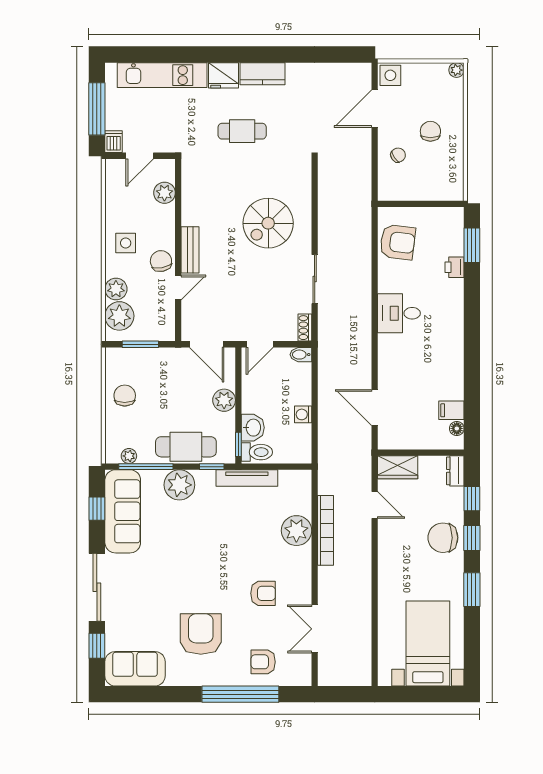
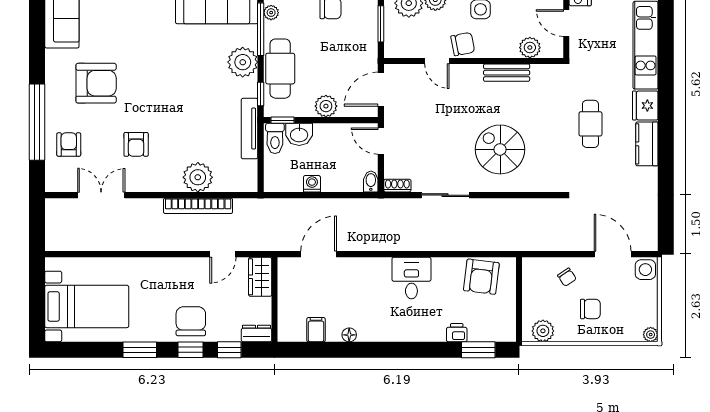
plant: (453, 180) -> (543, 331), added
bench: (190, 250) -> (507, 73), moved
floor lamp: (457, 428) -> (349, 335), moved

